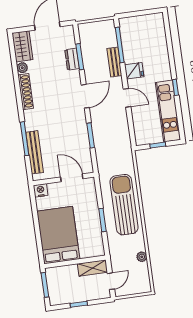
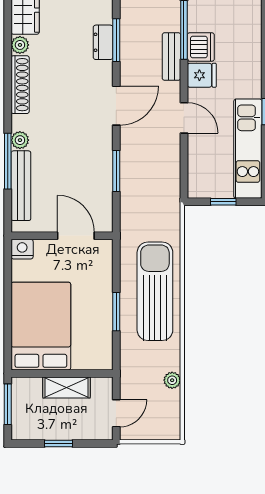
dishwasher: (131, 54) -> (201, 47), added
plant: (30, 125) -> (20, 140), added
shelving: (93, 268) -> (66, 387), moved

